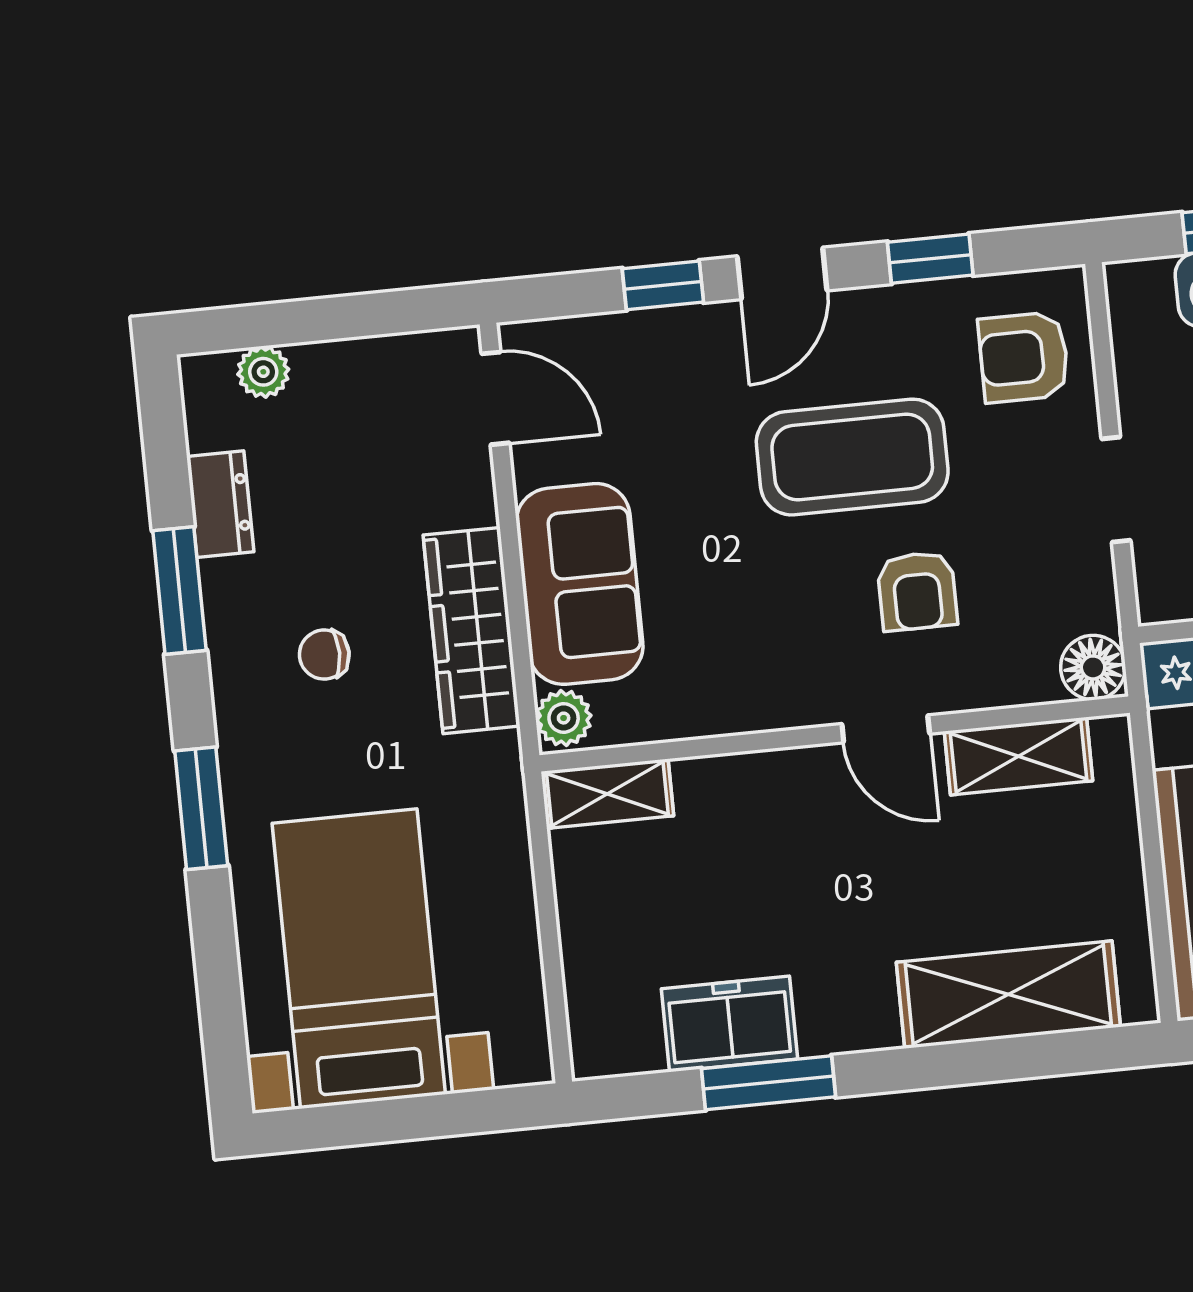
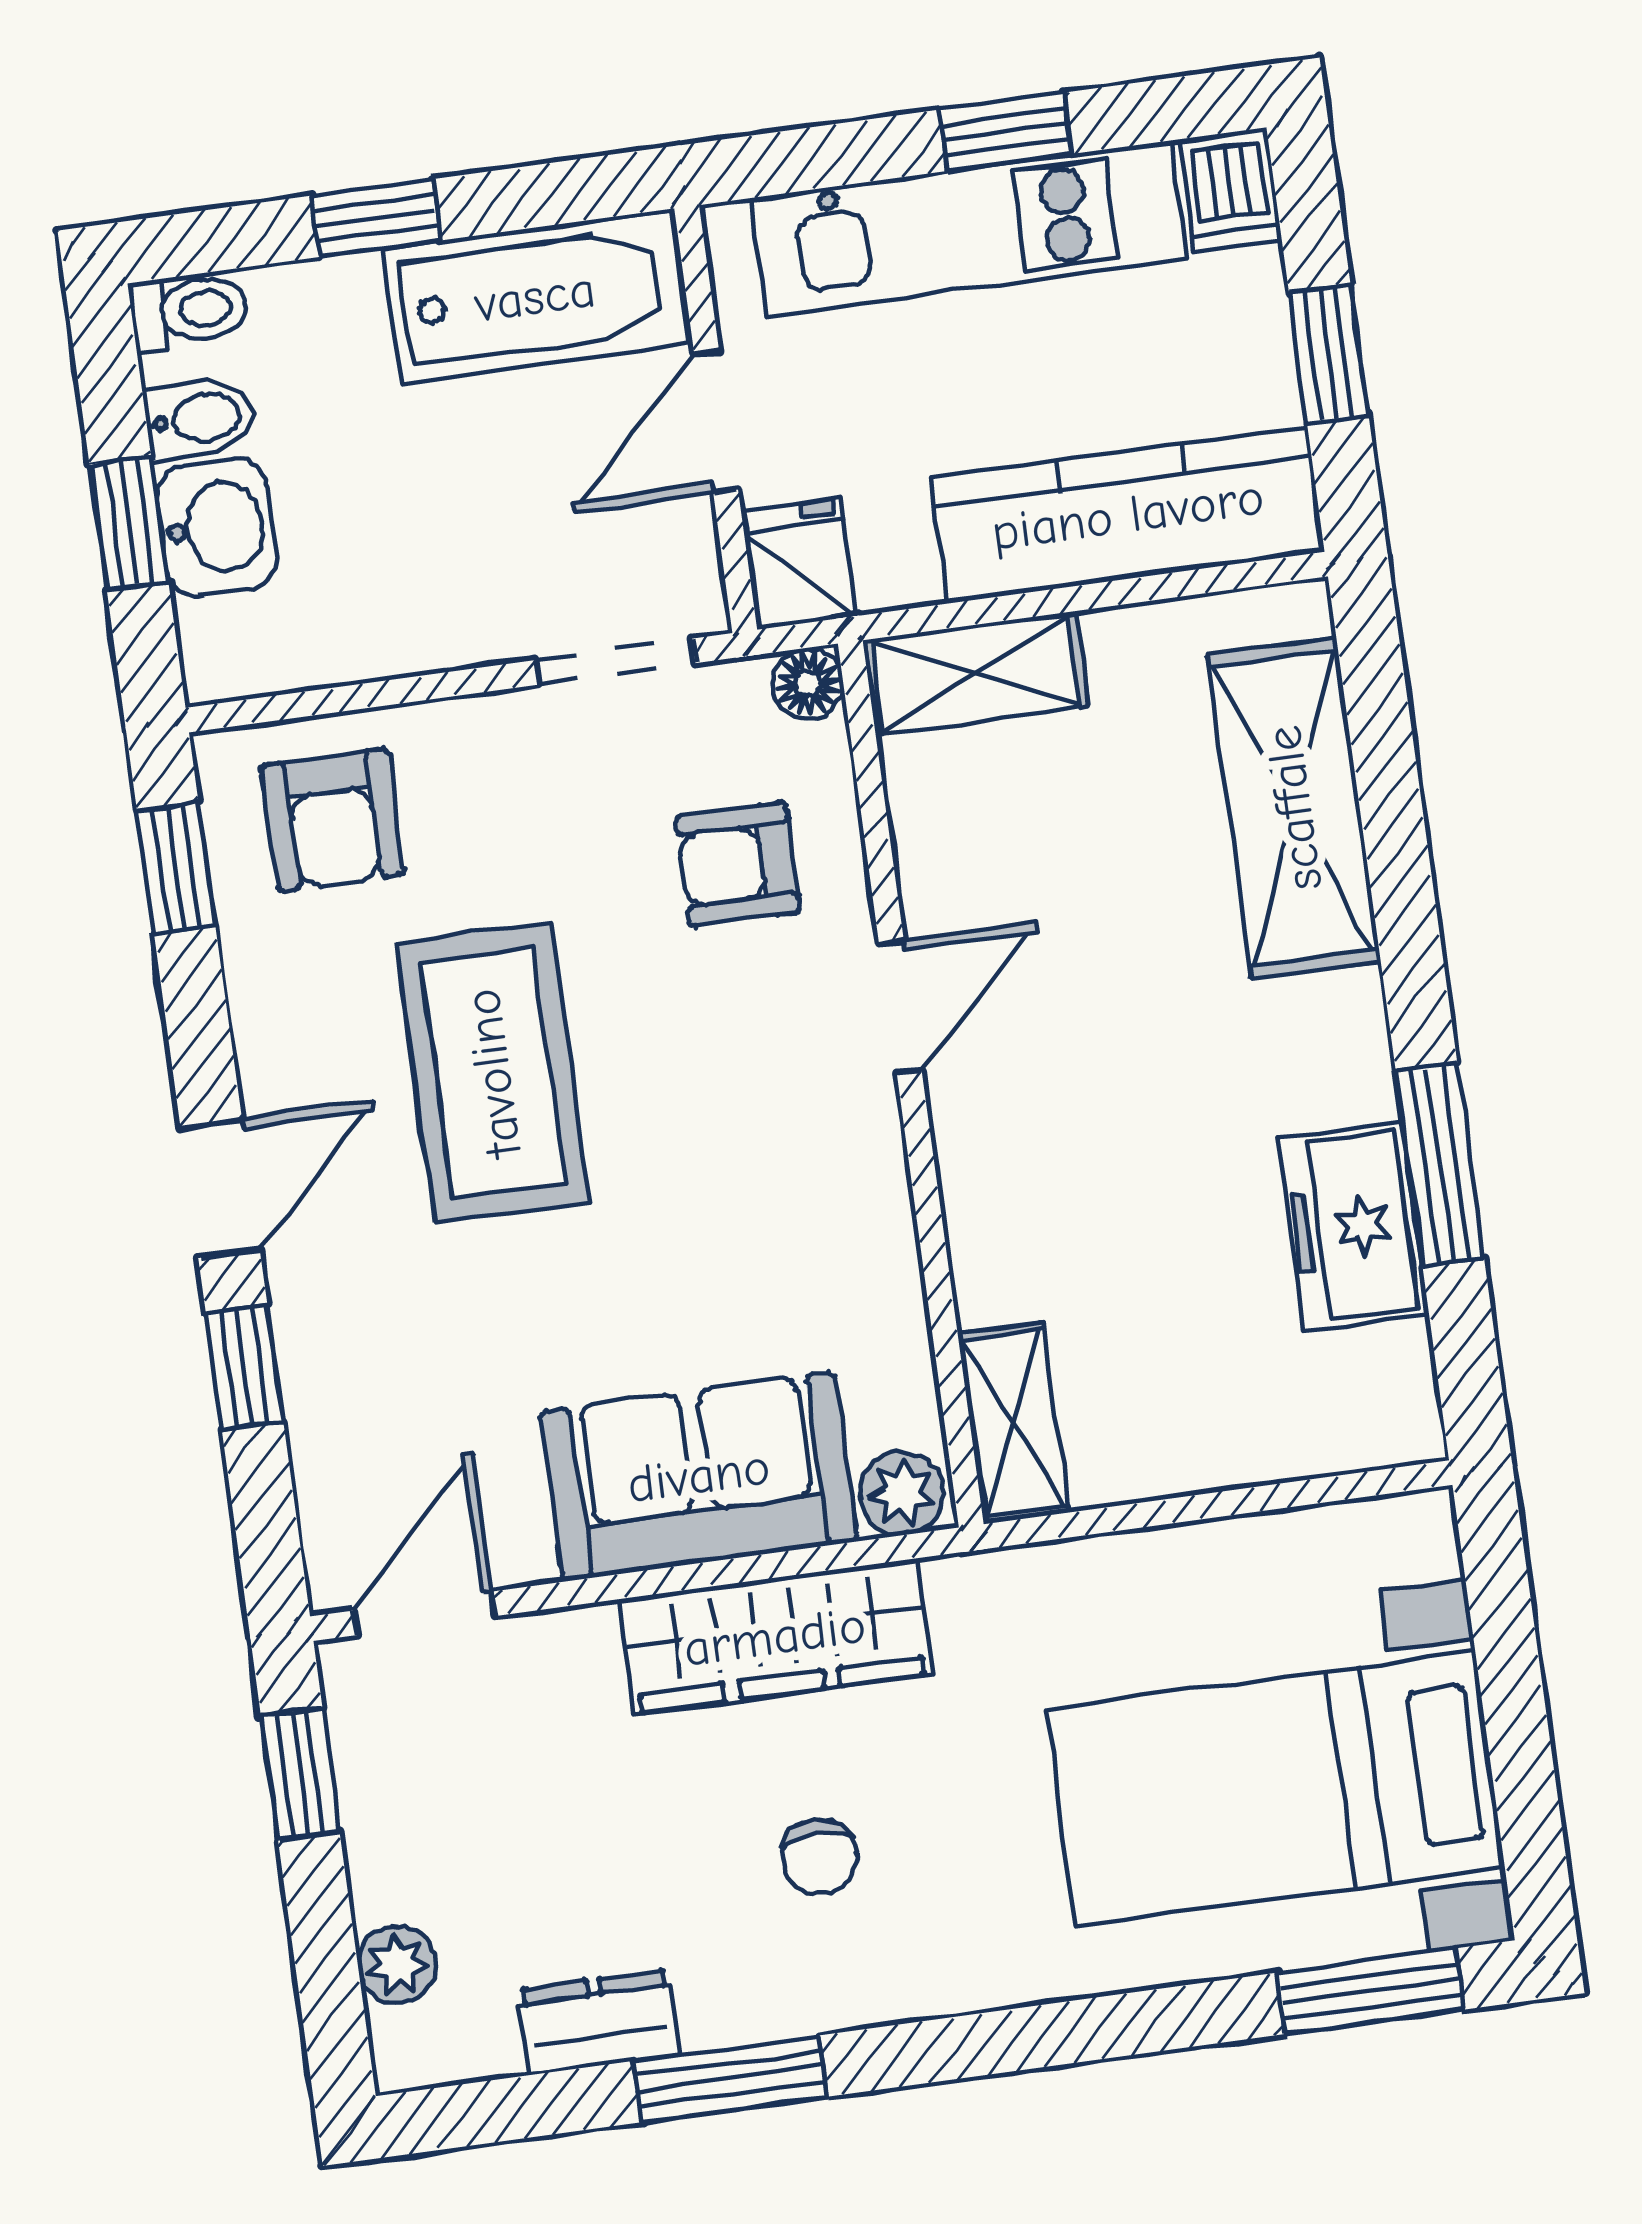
window: (930, 259) -> (176, 868), moved
door: (782, 273) -> (220, 1189), hinge flipped
window: (392, 312) -> (300, 1774), added
doorway: (1116, 490) -> (615, 662), moved
armchair: (917, 591) -> (738, 864), moved, turned 180
floor lamp: (1093, 667) -> (808, 684), width x0.73, depth x0.73
shelving: (1019, 756) -> (976, 674), moved, turned 90
window: (201, 808) -> (1371, 1991), moved

